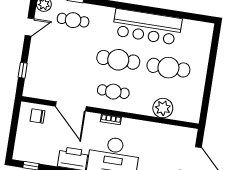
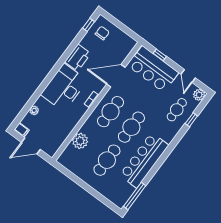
window: (192, 17) -> (135, 196), added
bar counter: (42, 69) -> (153, 69), added
cafe table: (113, 92) -> (111, 112), width x1.37, depth x1.35
chair: (37, 116) -> (102, 33), moved

